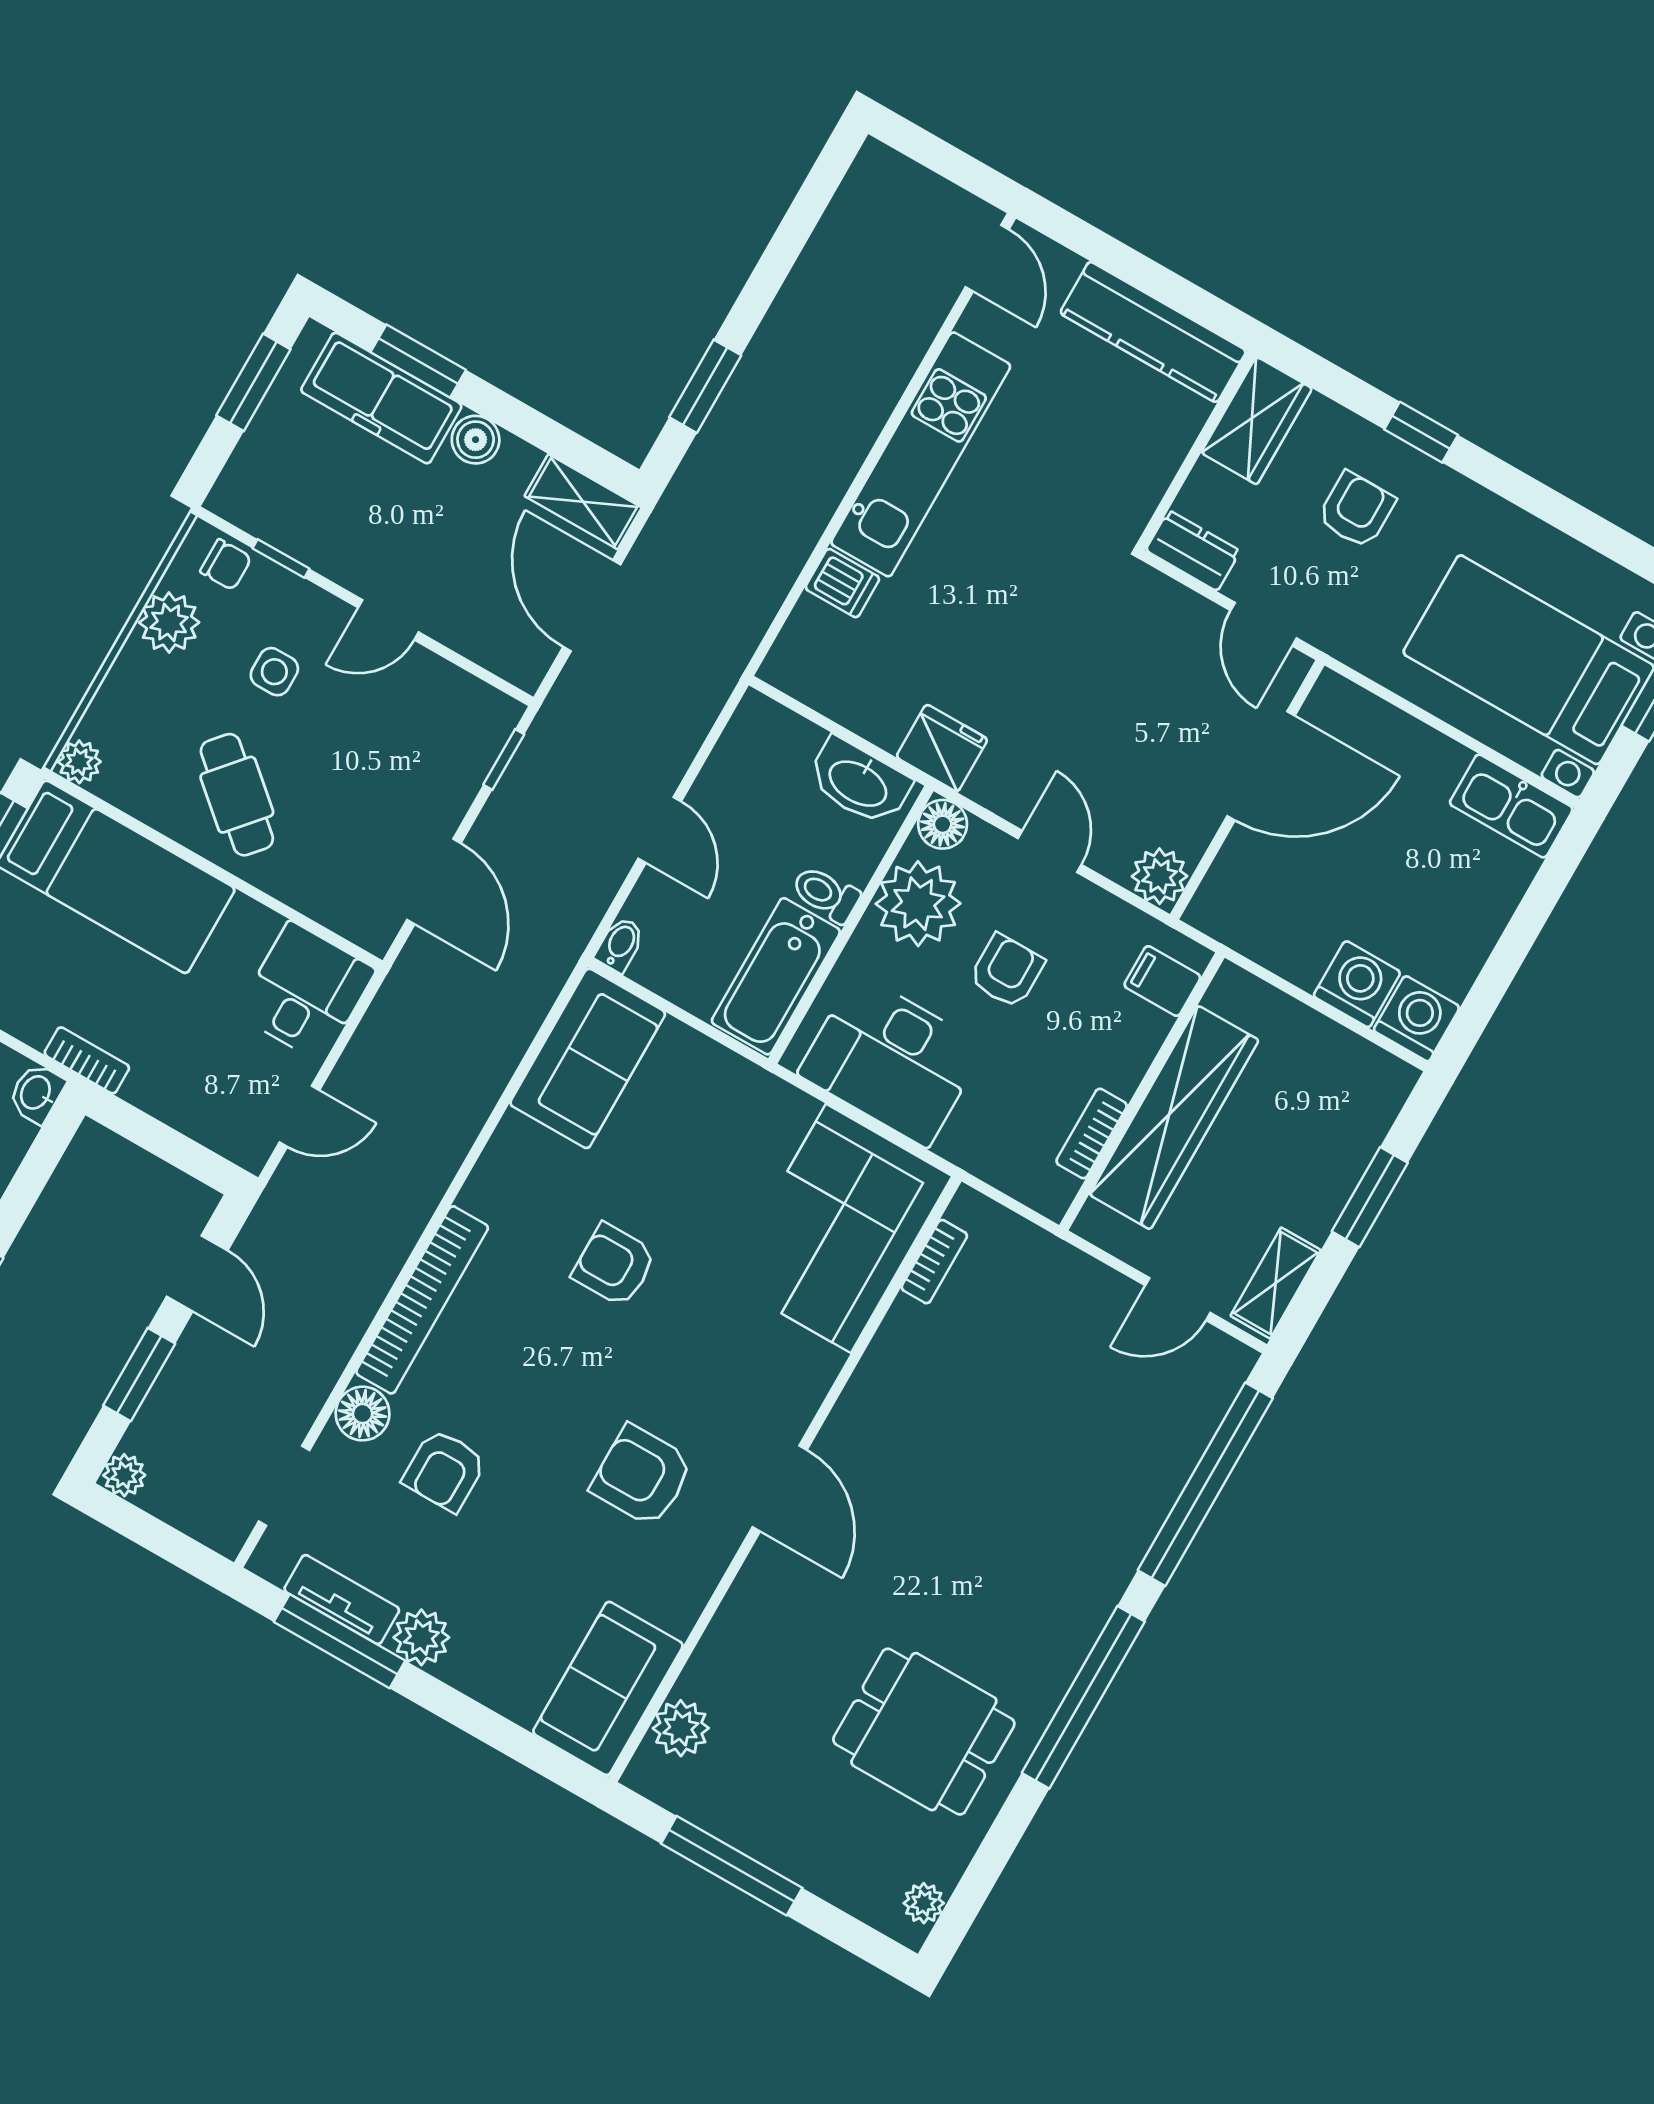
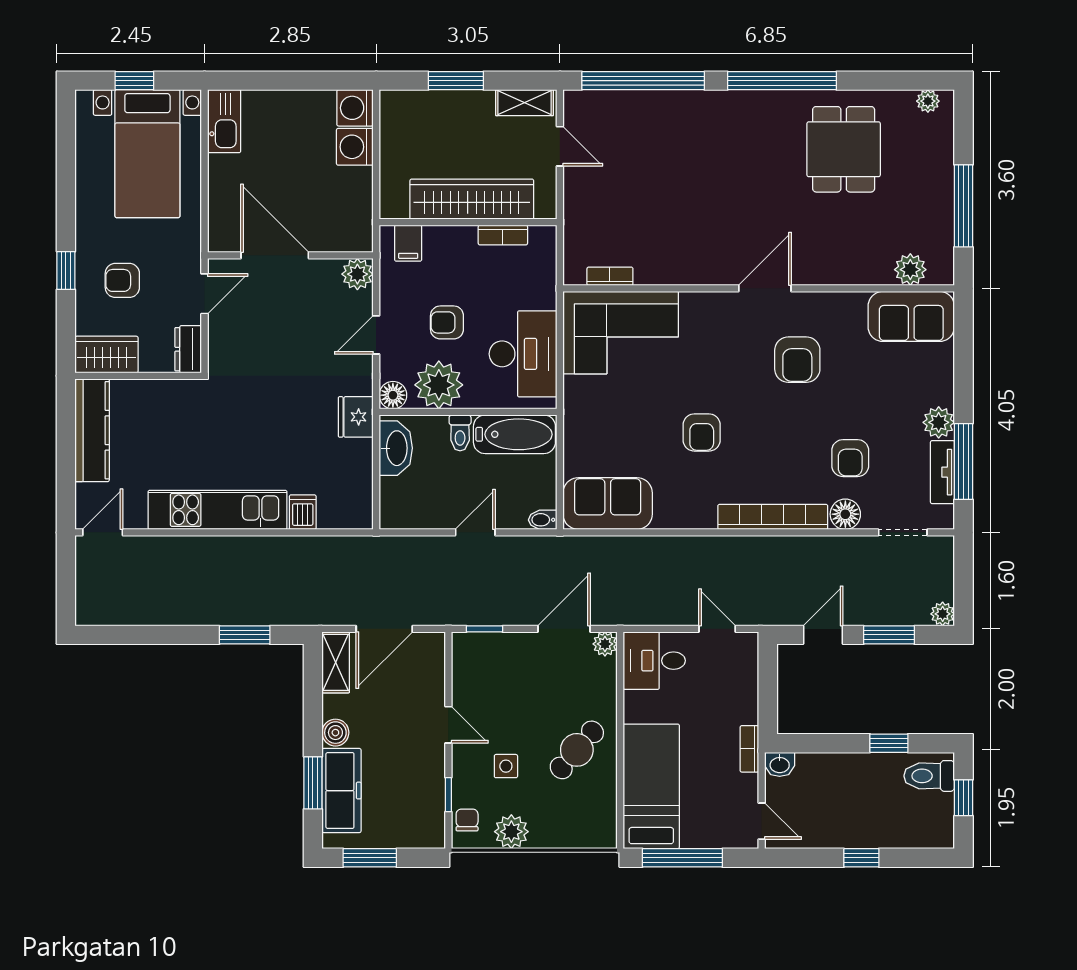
plant: (79, 762) -> (605, 644), moved
armchair: (444, 1470) -> (850, 458), turned 90

